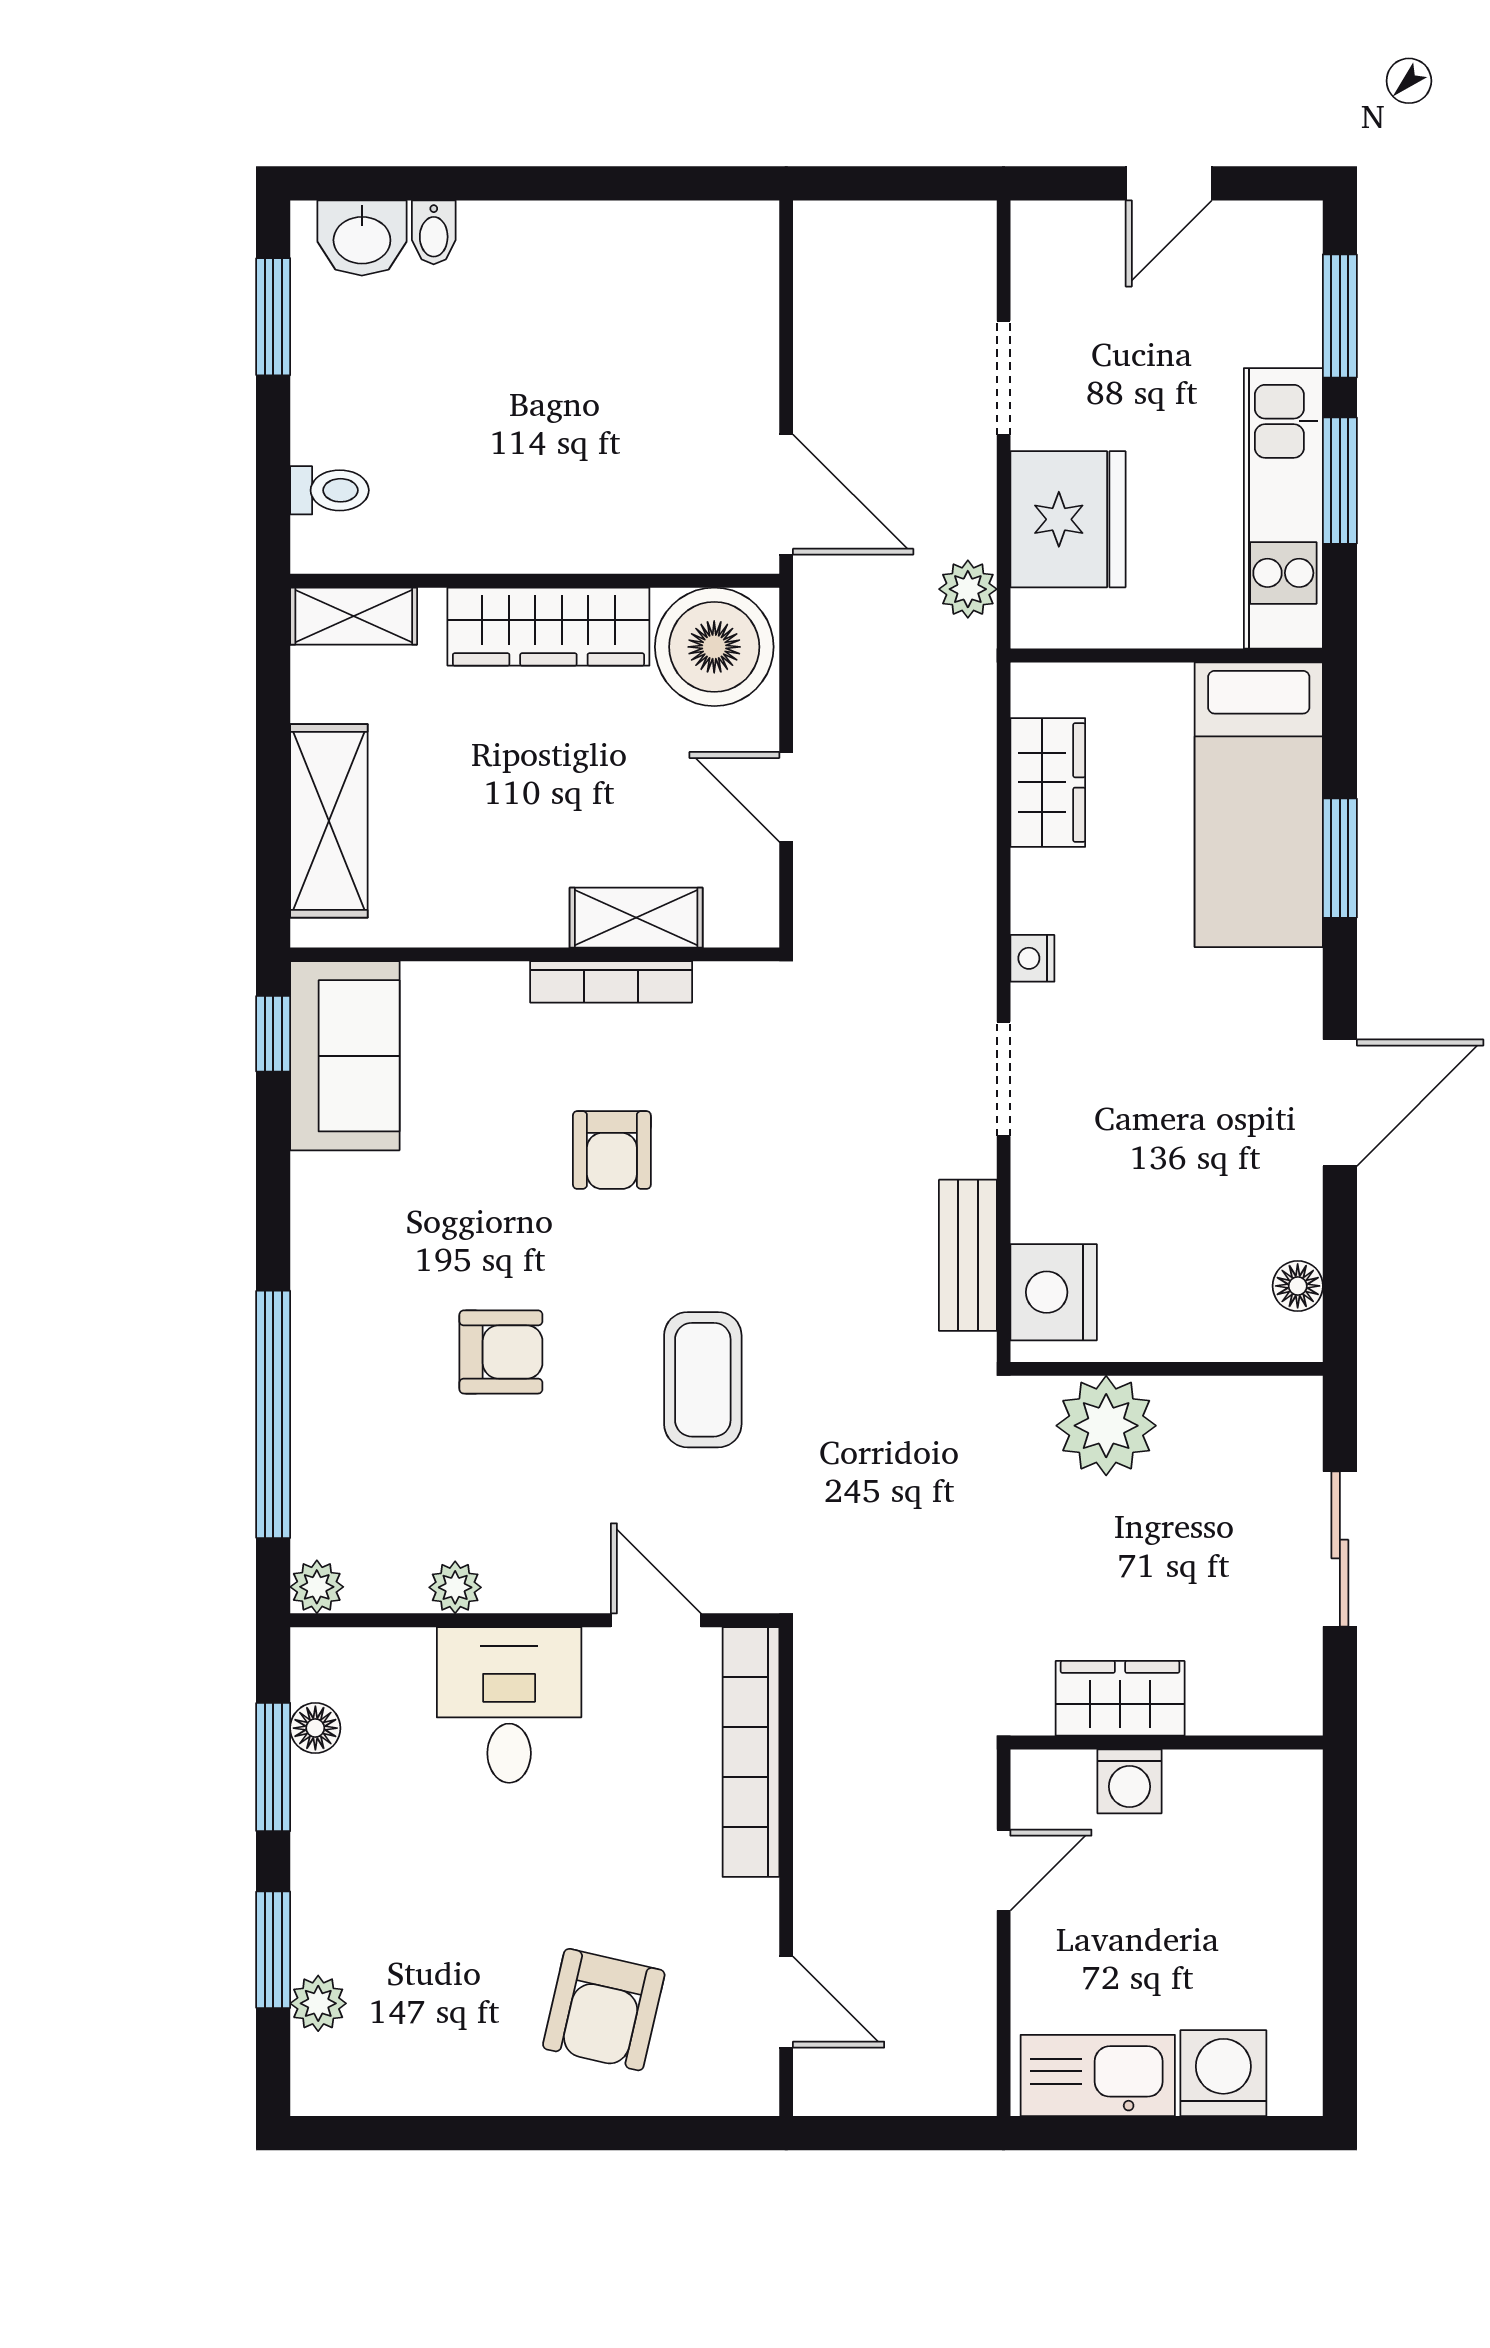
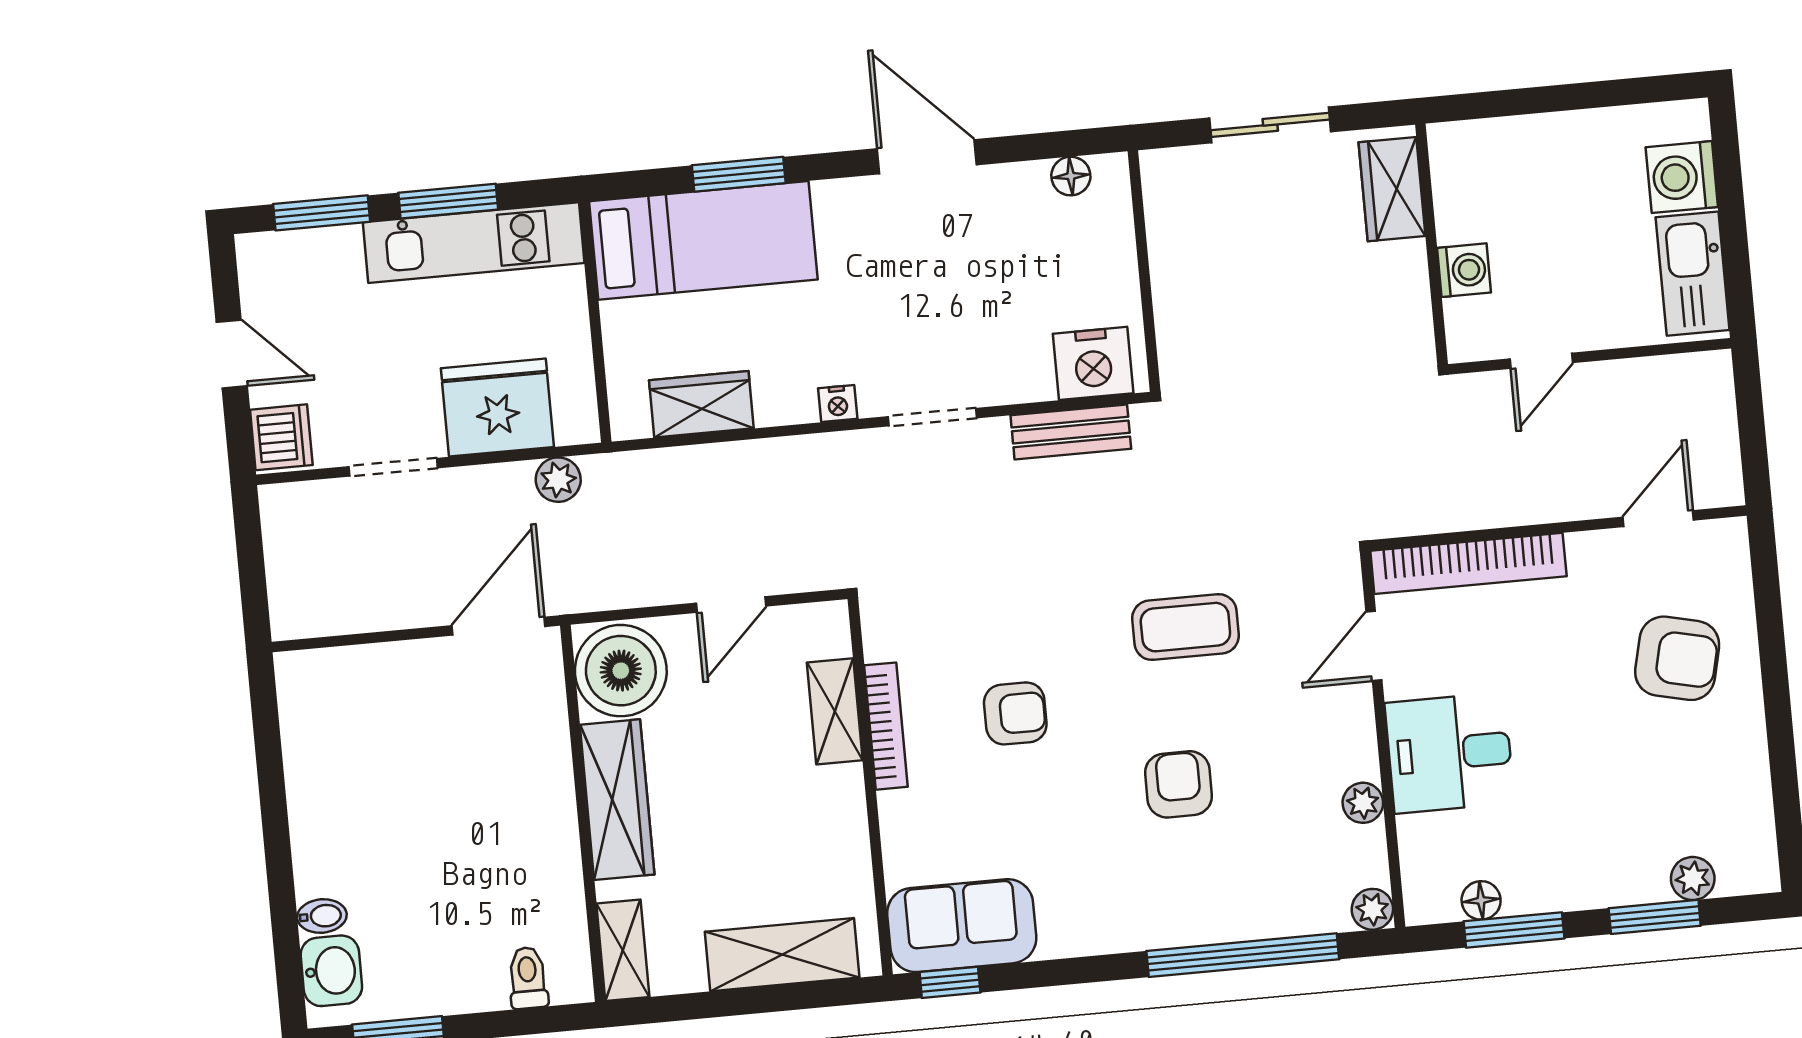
dishwasher: (1056, 237) -> (281, 437), added
plant: (1106, 1426) -> (1192, 313), removed
wardrobe: (1120, 1698) -> (1392, 189), moved
door: (1004, 1870) -> (1541, 361), swing flipped

